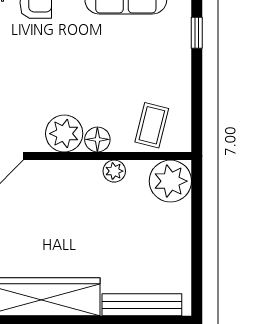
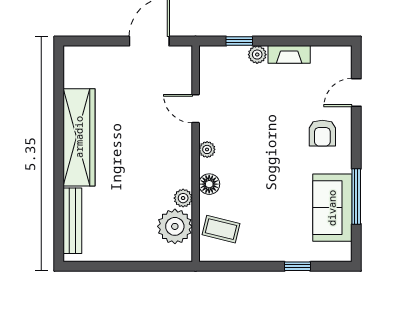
plant: (64, 134) -> (207, 149), width x0.53, depth x0.53
plant: (170, 181) -> (175, 226), moved

